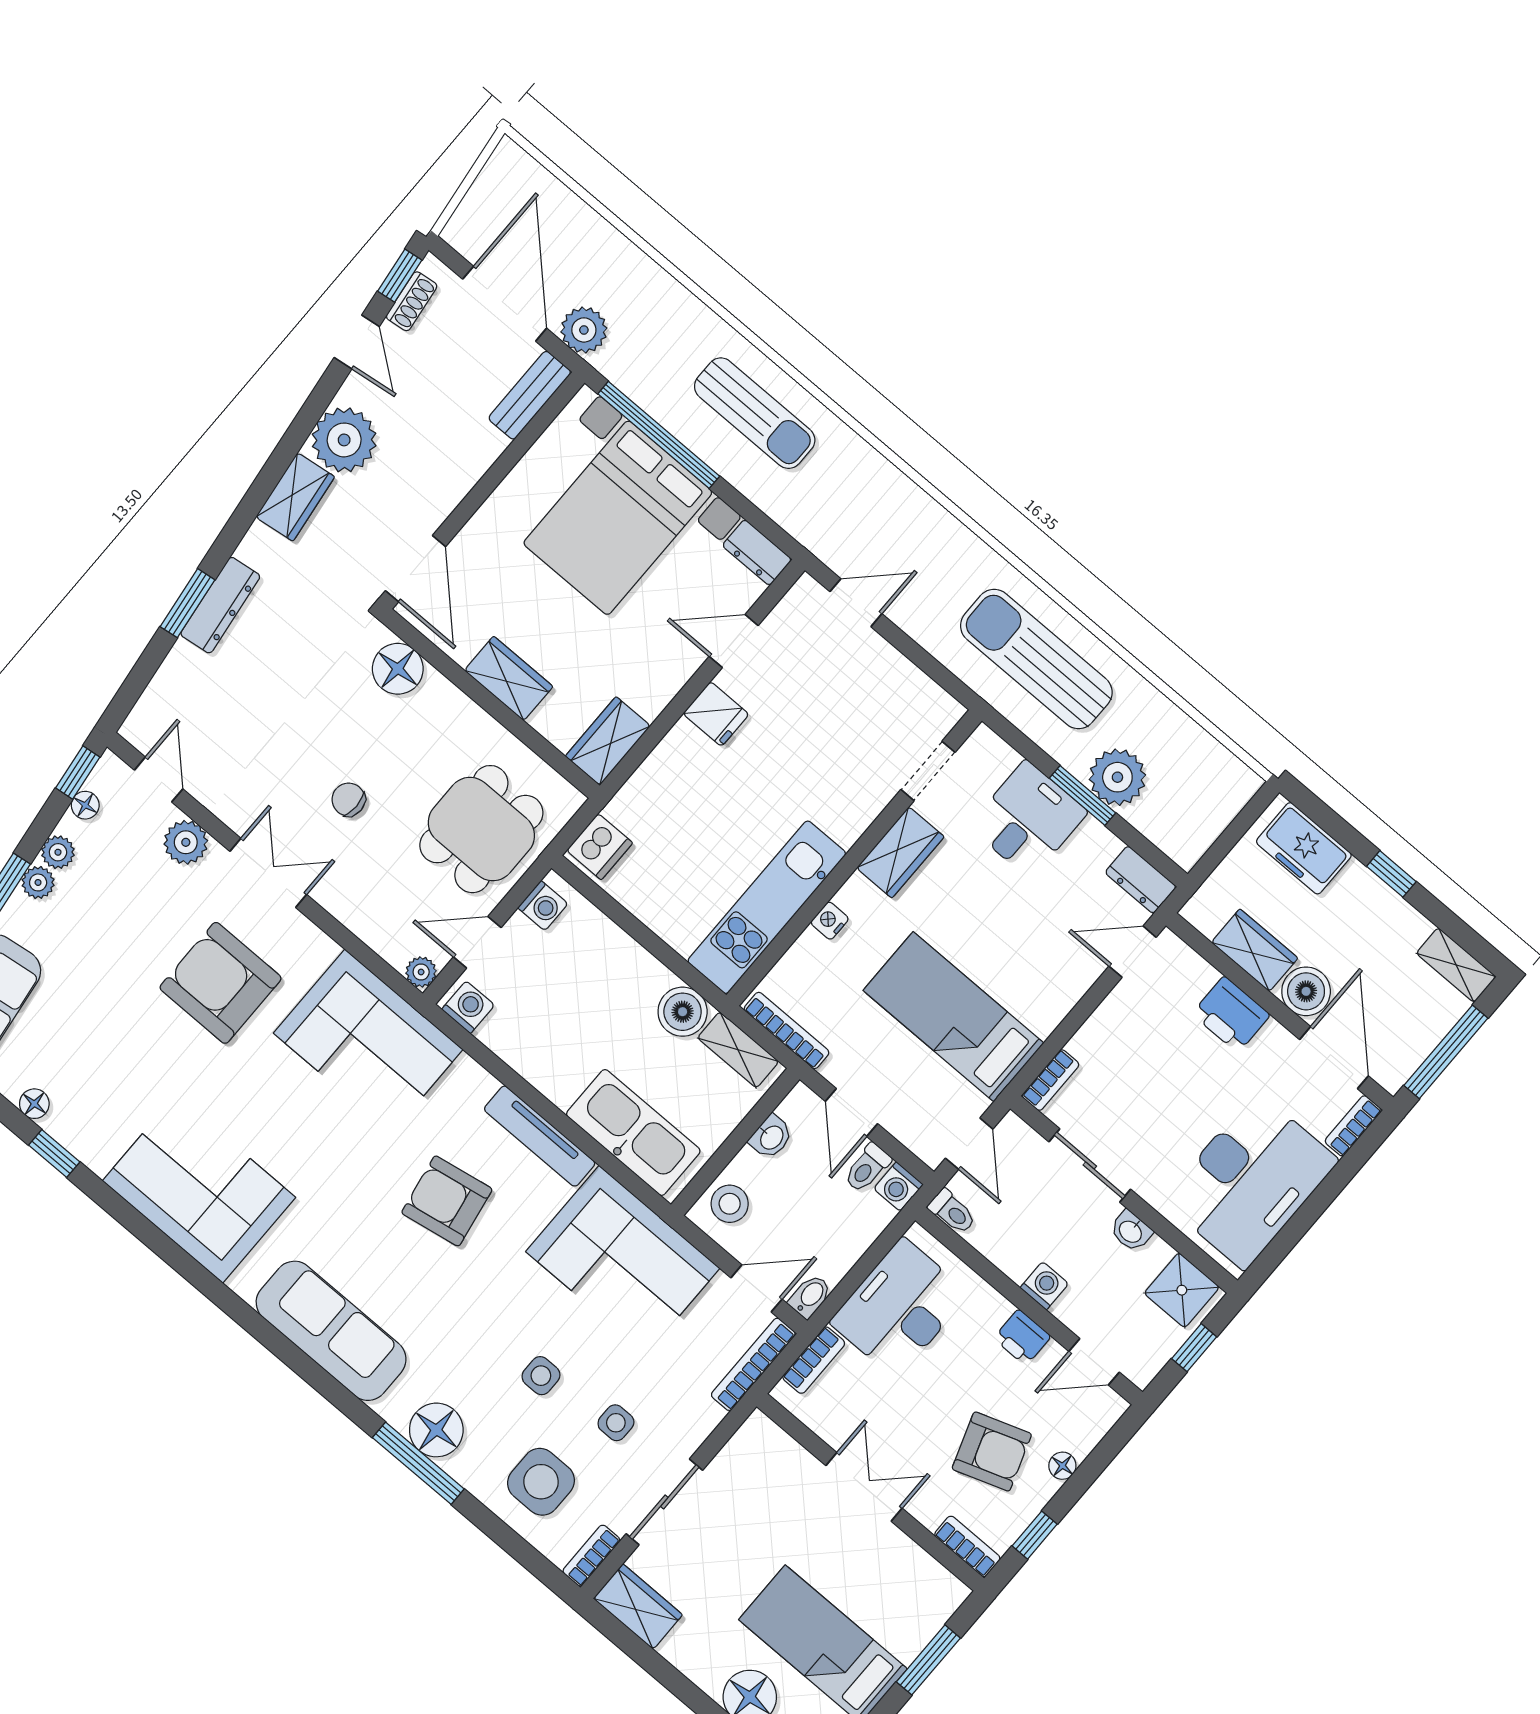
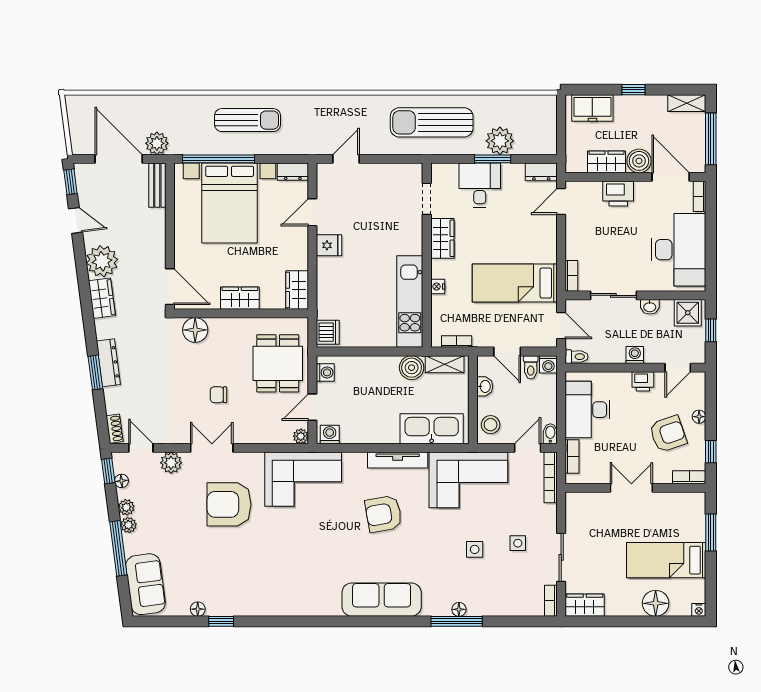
shoe rack: (412, 301) -> (115, 429), moved
bookcase: (787, 1031) -> (457, 342), width x0.64
corner sofa: (199, 1189) -> (287, 589), removed
floor lamp: (436, 1430) -> (459, 609), width x0.53, depth x0.53
side table: (541, 1482) -> (509, 589), removed

